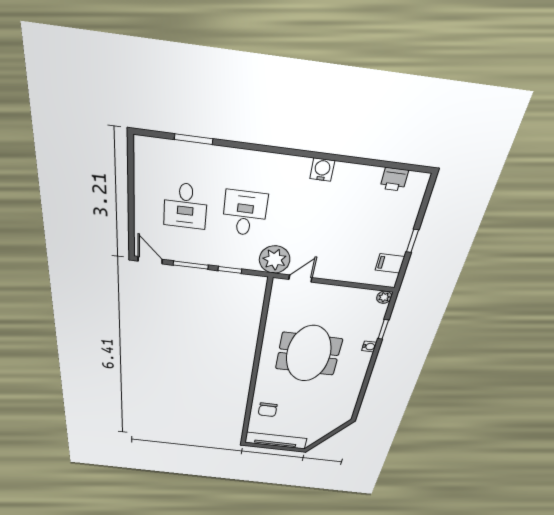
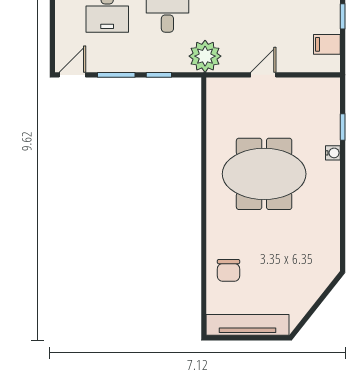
door: (150, 260) -> (72, 75), hinge flipped
door: (300, 278) -> (263, 75), moved
plant: (384, 297) -> (332, 85), removed
meeting table: (308, 354) -> (264, 174), turned 90

